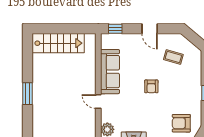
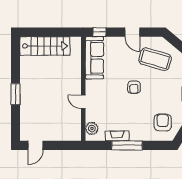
coffee table: (173, 57) -> (155, 59), width x1.86, depth x1.72
sofa: (110, 72) -> (94, 58), moved
armchair: (181, 123) -> (163, 123), turned 90

